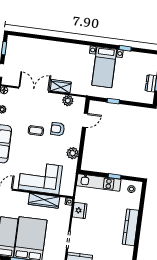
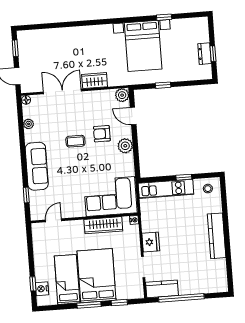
bed with nightstands: (104, 67) -> (143, 46), width x1.36
plant: (68, 101) -> (122, 95), moved
door: (85, 120) -> (133, 116), swing flipped
plant: (73, 153) -> (125, 146), moved
corner sofa: (40, 178) -> (110, 197), moved
fridge: (80, 210) -> (151, 242), moved

